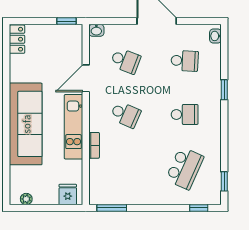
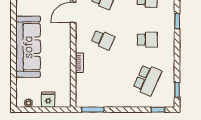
kitchen unit: (74, 127) -> (64, 49), removed
fridge: (68, 195) -> (48, 100), moved

